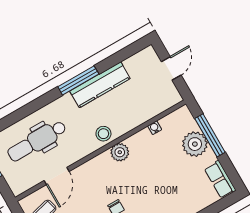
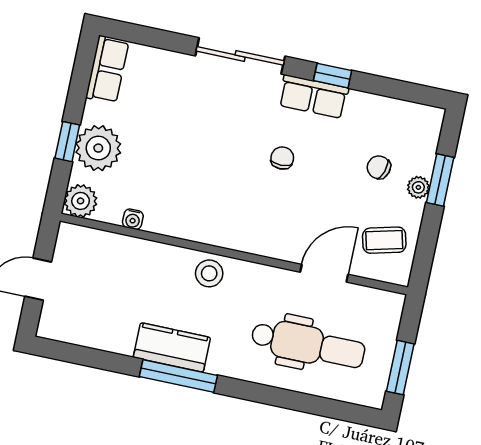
kitchen counter: (100, 85) -> (172, 347), width x0.67
window: (210, 135) -> (67, 142), width x0.46
plant: (120, 152) -> (81, 201), moved

